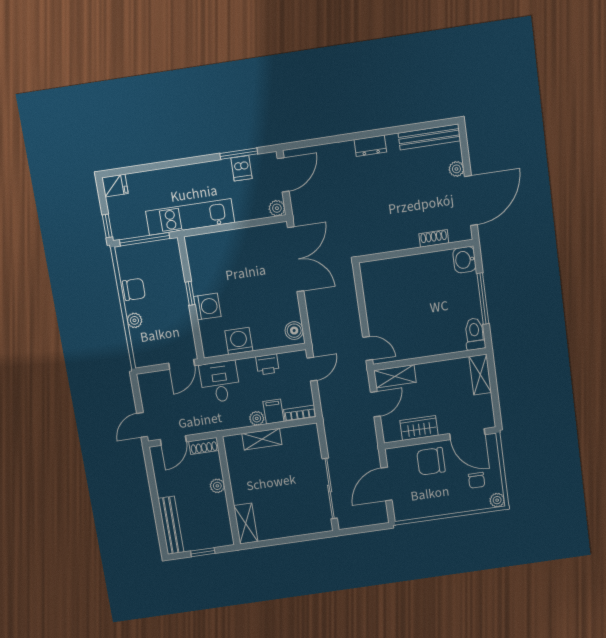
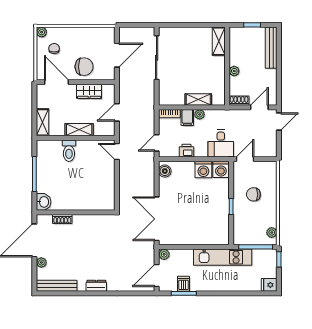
chair: (134, 289) -> (253, 194), moved
washing machine: (207, 306) -> (221, 169), moved, turned -90
plant: (134, 320) -> (272, 233), moved
toilet: (475, 334) -> (69, 151), moved
shelving: (395, 376) -> (79, 130), moved

